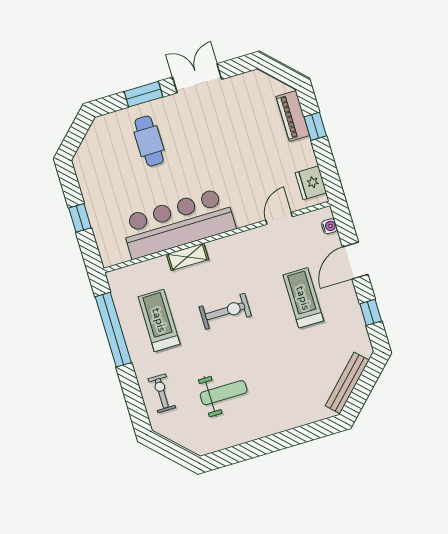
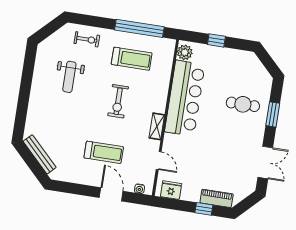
double door: (197, 78) -> (265, 163), moved
plant: (116, 253) -> (185, 52), added
shelving: (187, 257) -> (157, 126), moved
window: (371, 312) -> (76, 189), removed

